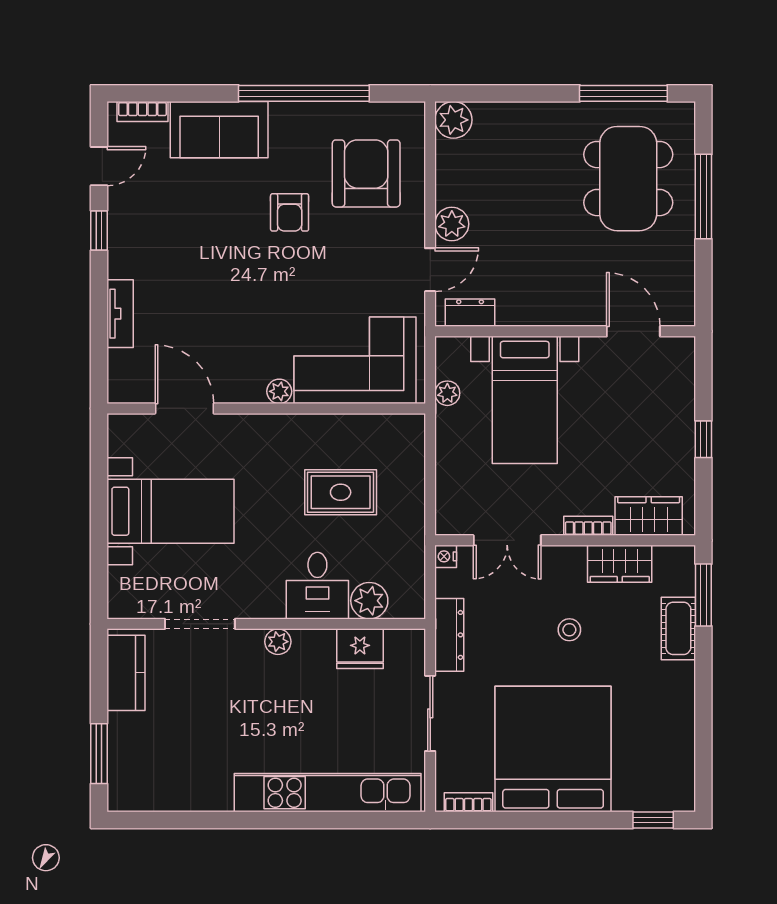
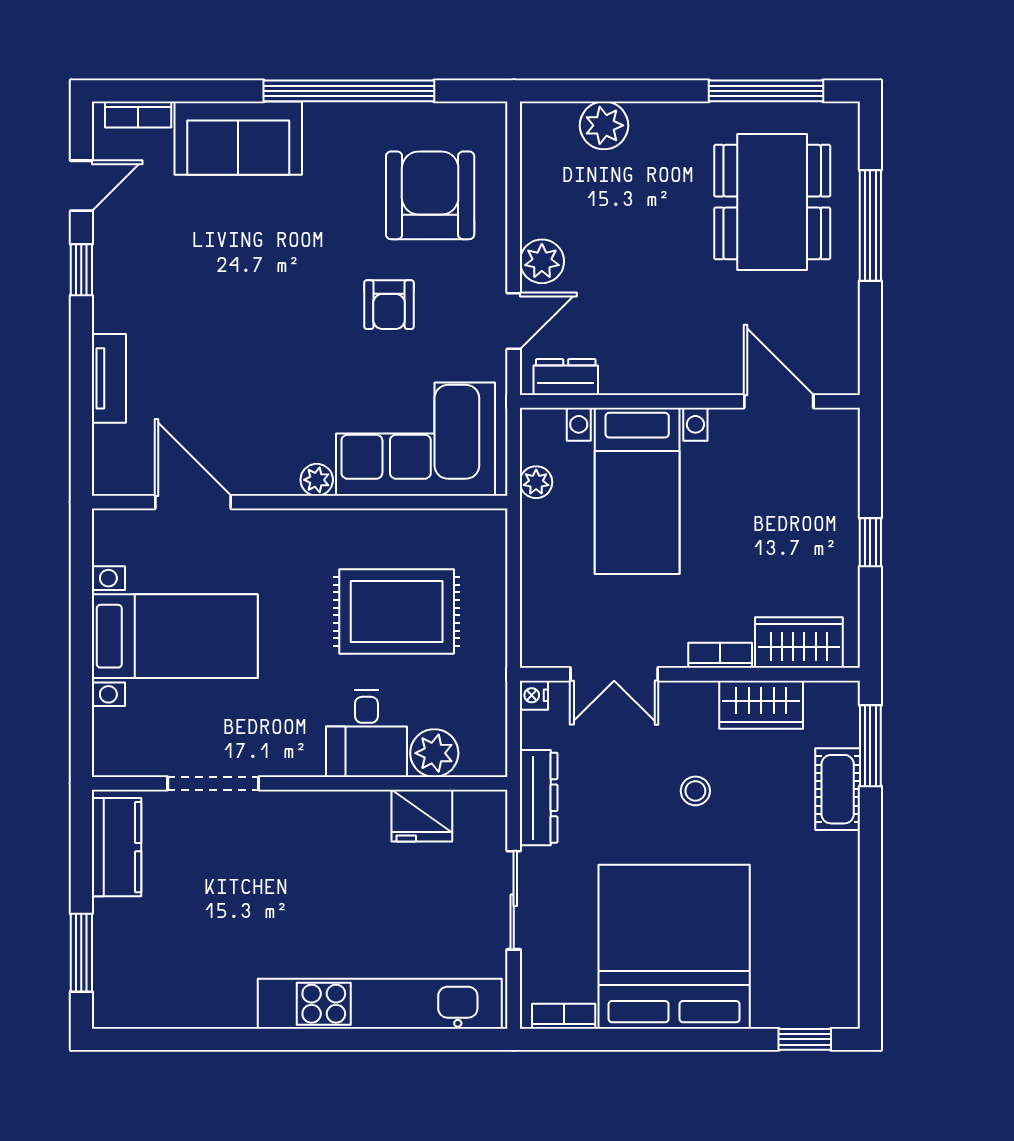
plant: (453, 120) -> (604, 125), moved
armchair: (290, 212) -> (389, 305), moved
rug: (341, 492) -> (397, 611), width x1.36, depth x1.43
plant: (278, 642) -> (315, 807), removed

